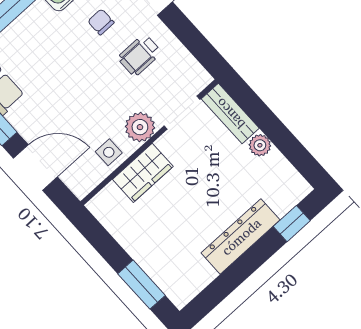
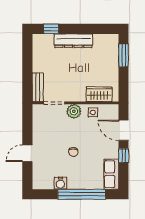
chair: (101, 22) -> (73, 152), moved
wheelchair: (140, 55) -> (51, 137), removed
plant: (260, 145) -> (37, 67), removed
wardrobe: (143, 173) -> (99, 94), moved

